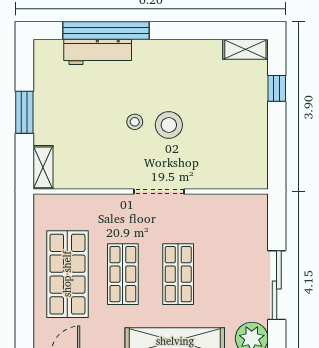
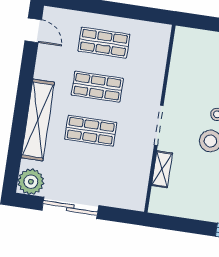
shelving: (43, 167) -> (162, 169), moved, turned 90
shop shelf: (67, 274) -> (104, 43), width x0.70, depth x0.74

